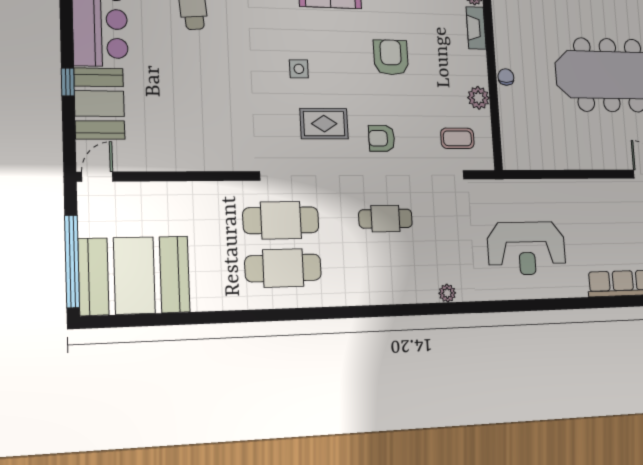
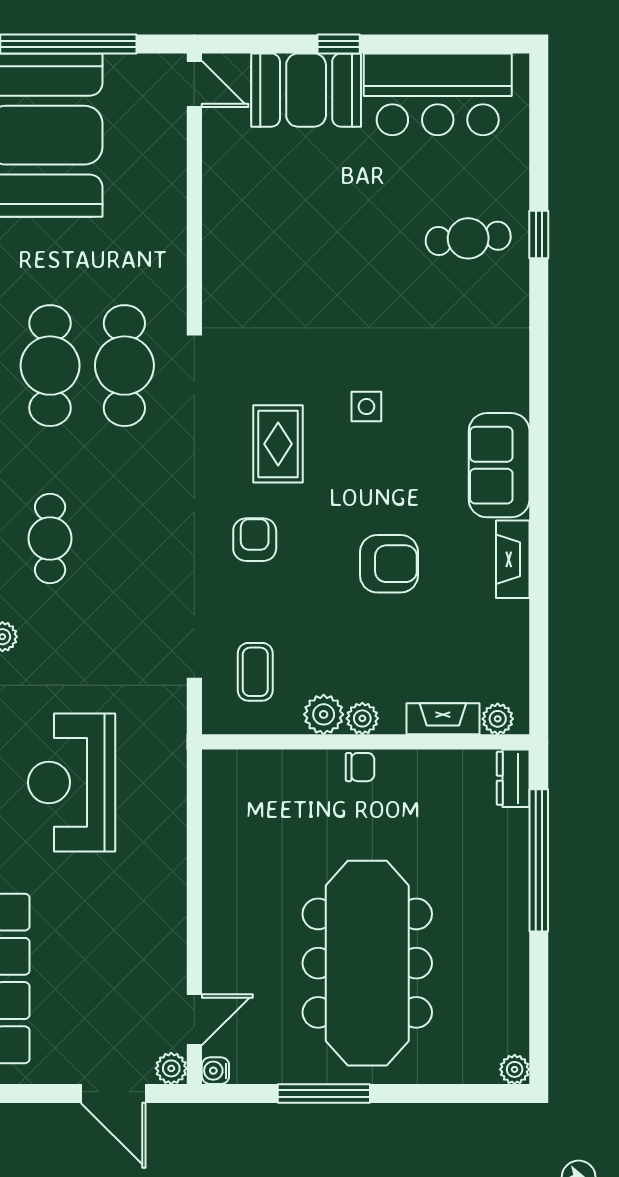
plant: (479, 75) -> (362, 718), added
cafe table: (385, 219) -> (50, 538), moved

